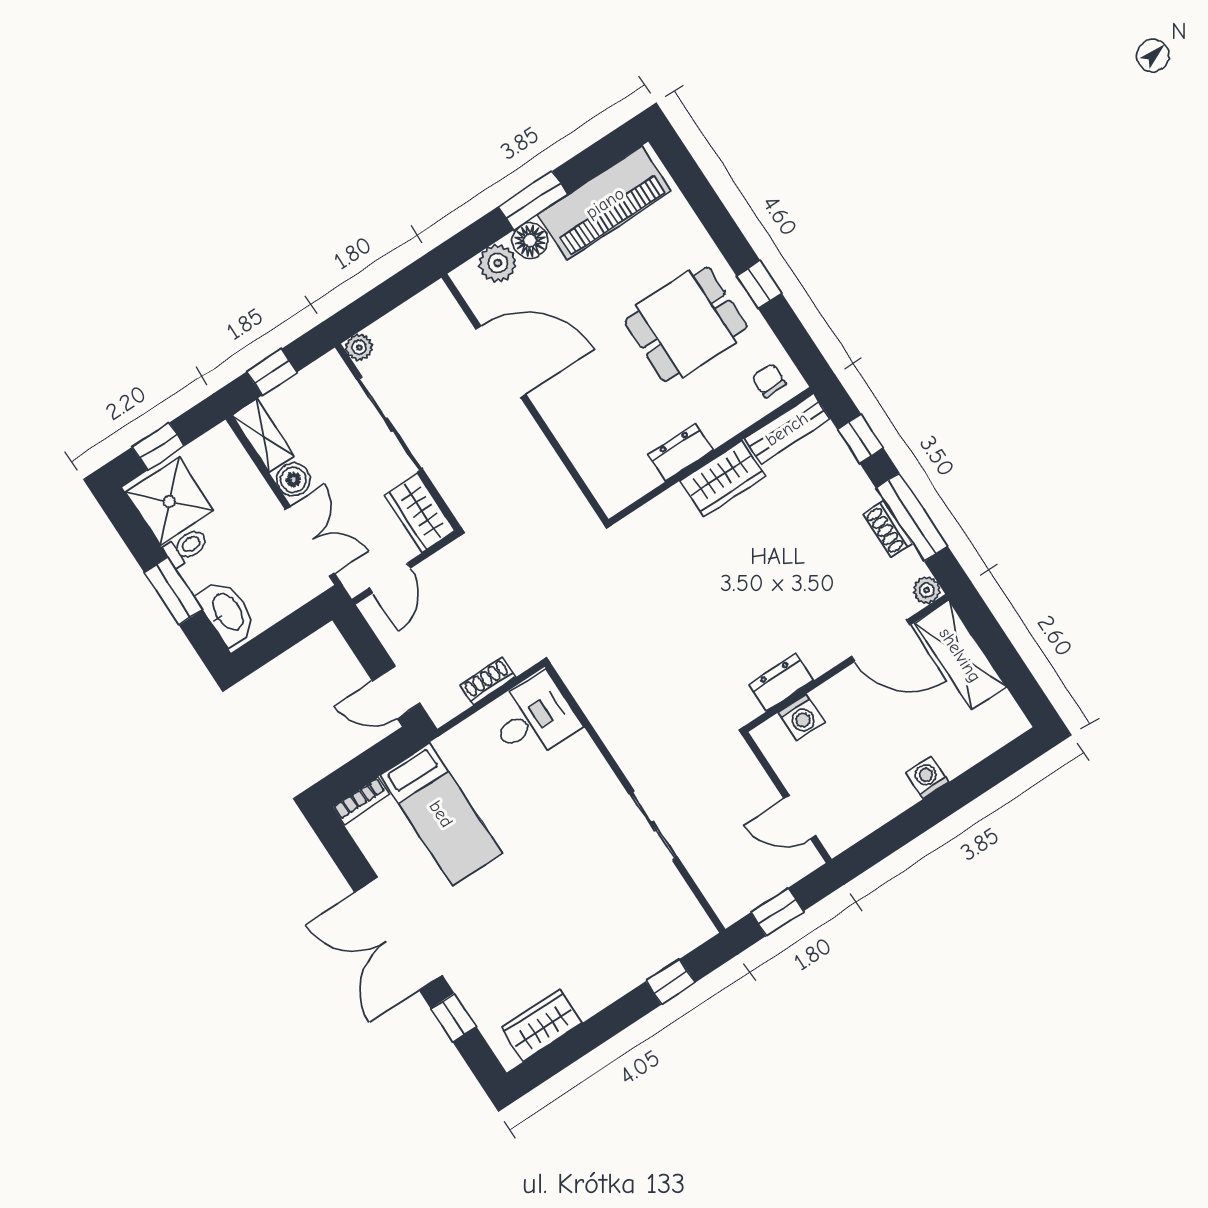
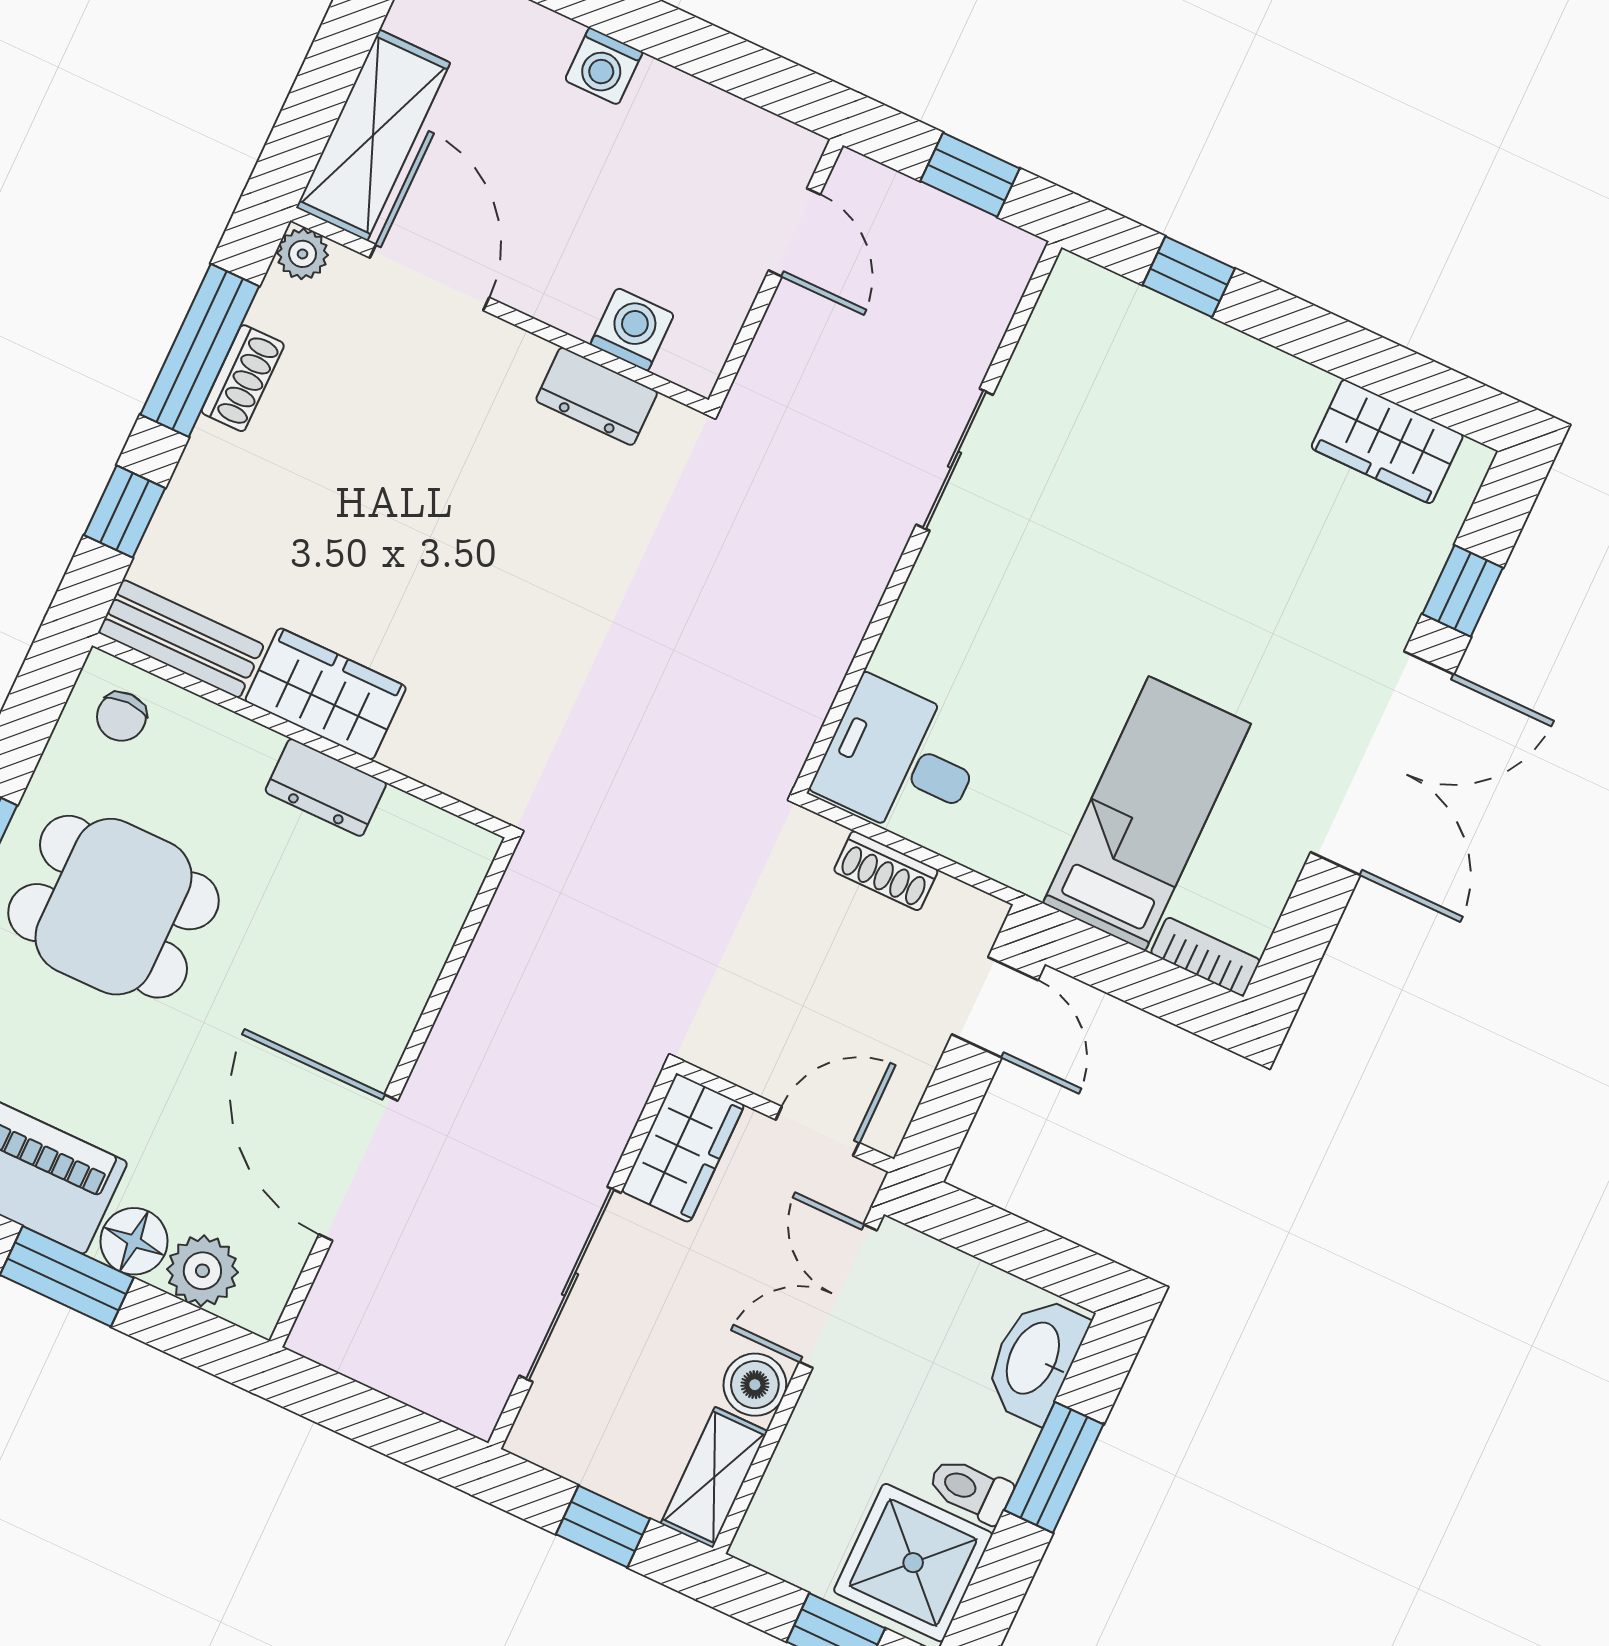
plant: (359, 347) -> (476, 1410), removed

